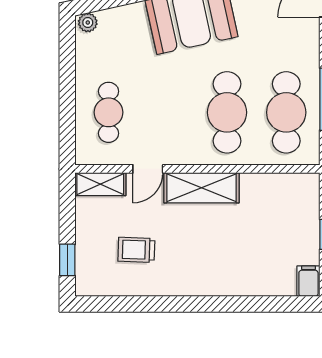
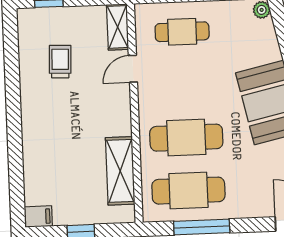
door: (148, 169) -> (133, 69), hinge flipped
shelving: (201, 188) -> (120, 171), moved

